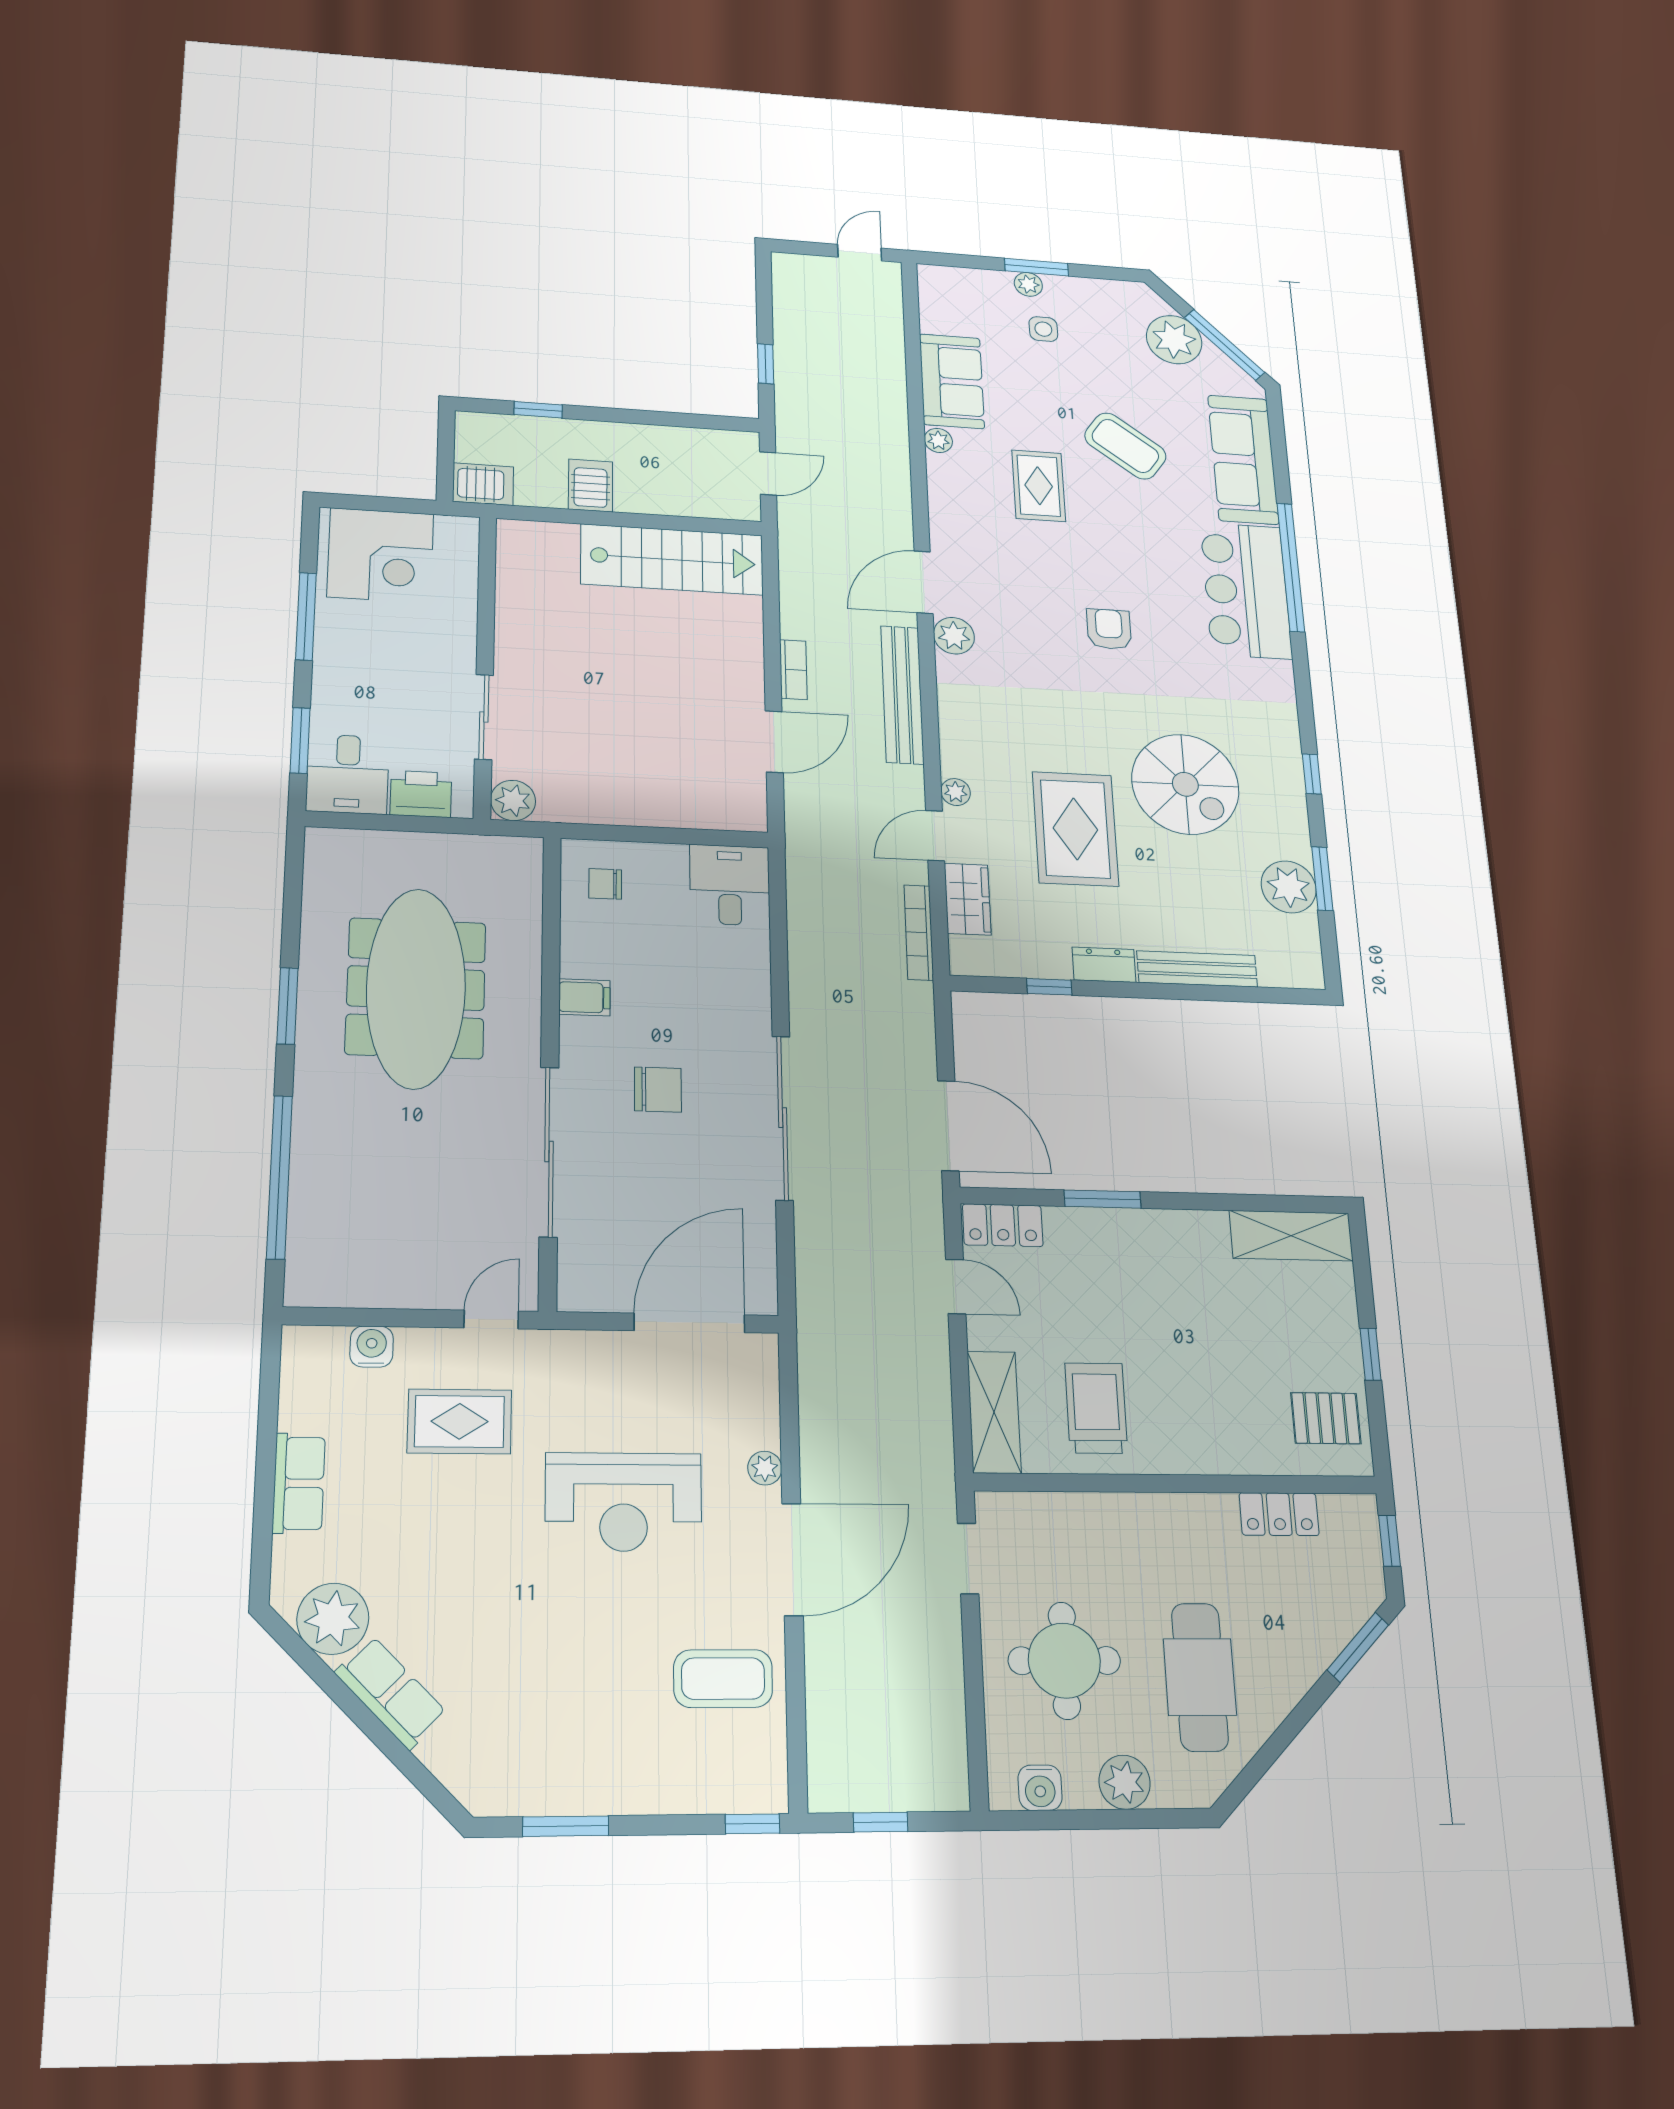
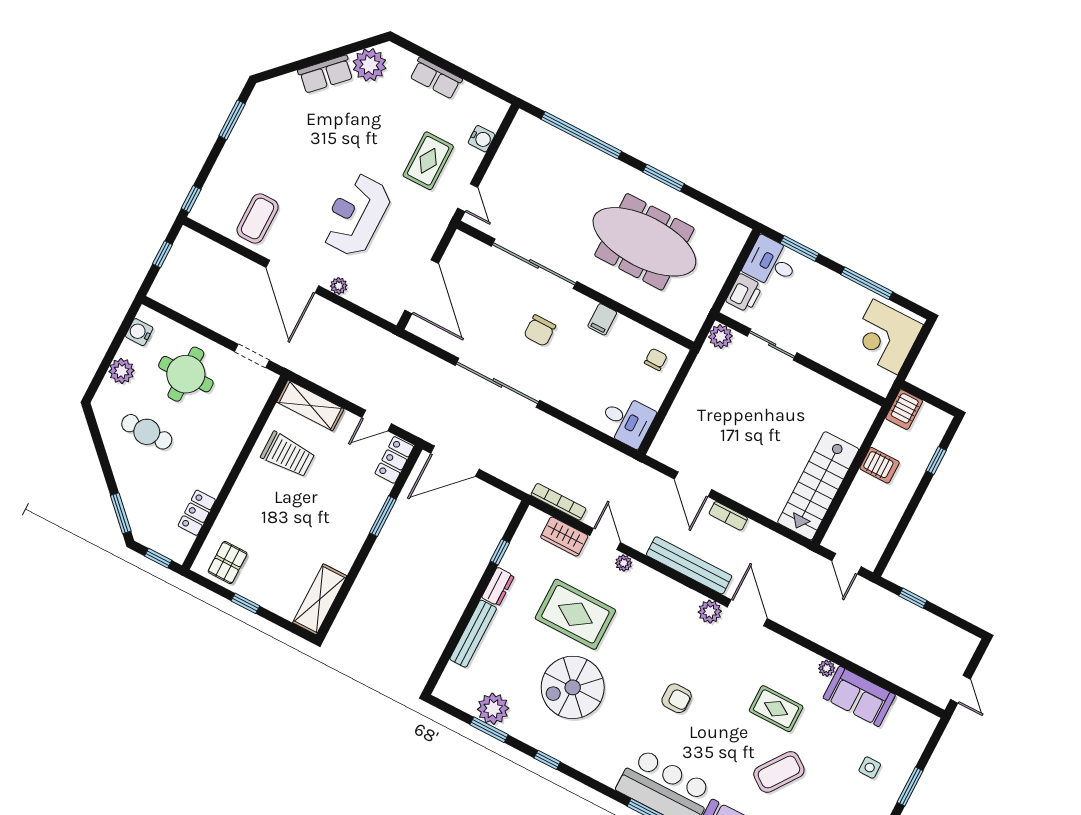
plant: (1028, 284) -> (901, 775), removed
cafe table: (1200, 1677) -> (147, 432), width x0.73, depth x0.74

